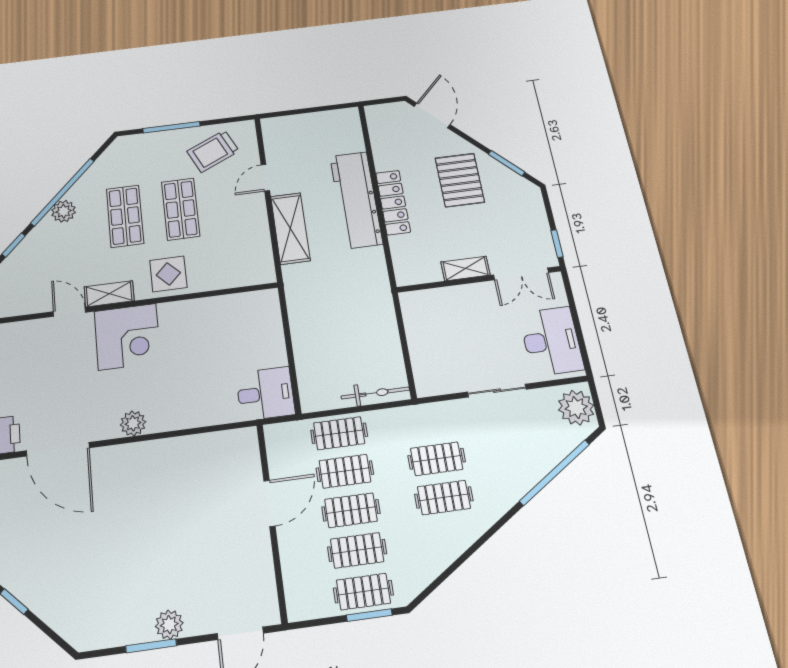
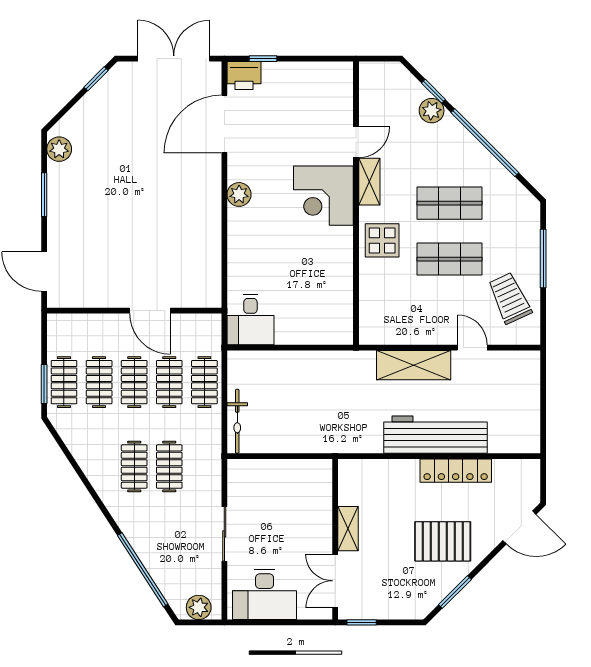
locker: (393, 202) -> (456, 471), moved
plant: (64, 211) -> (432, 111), moved
plant: (576, 408) -> (199, 607), width x0.73, depth x0.73
plant: (169, 625) -> (59, 149), moved

